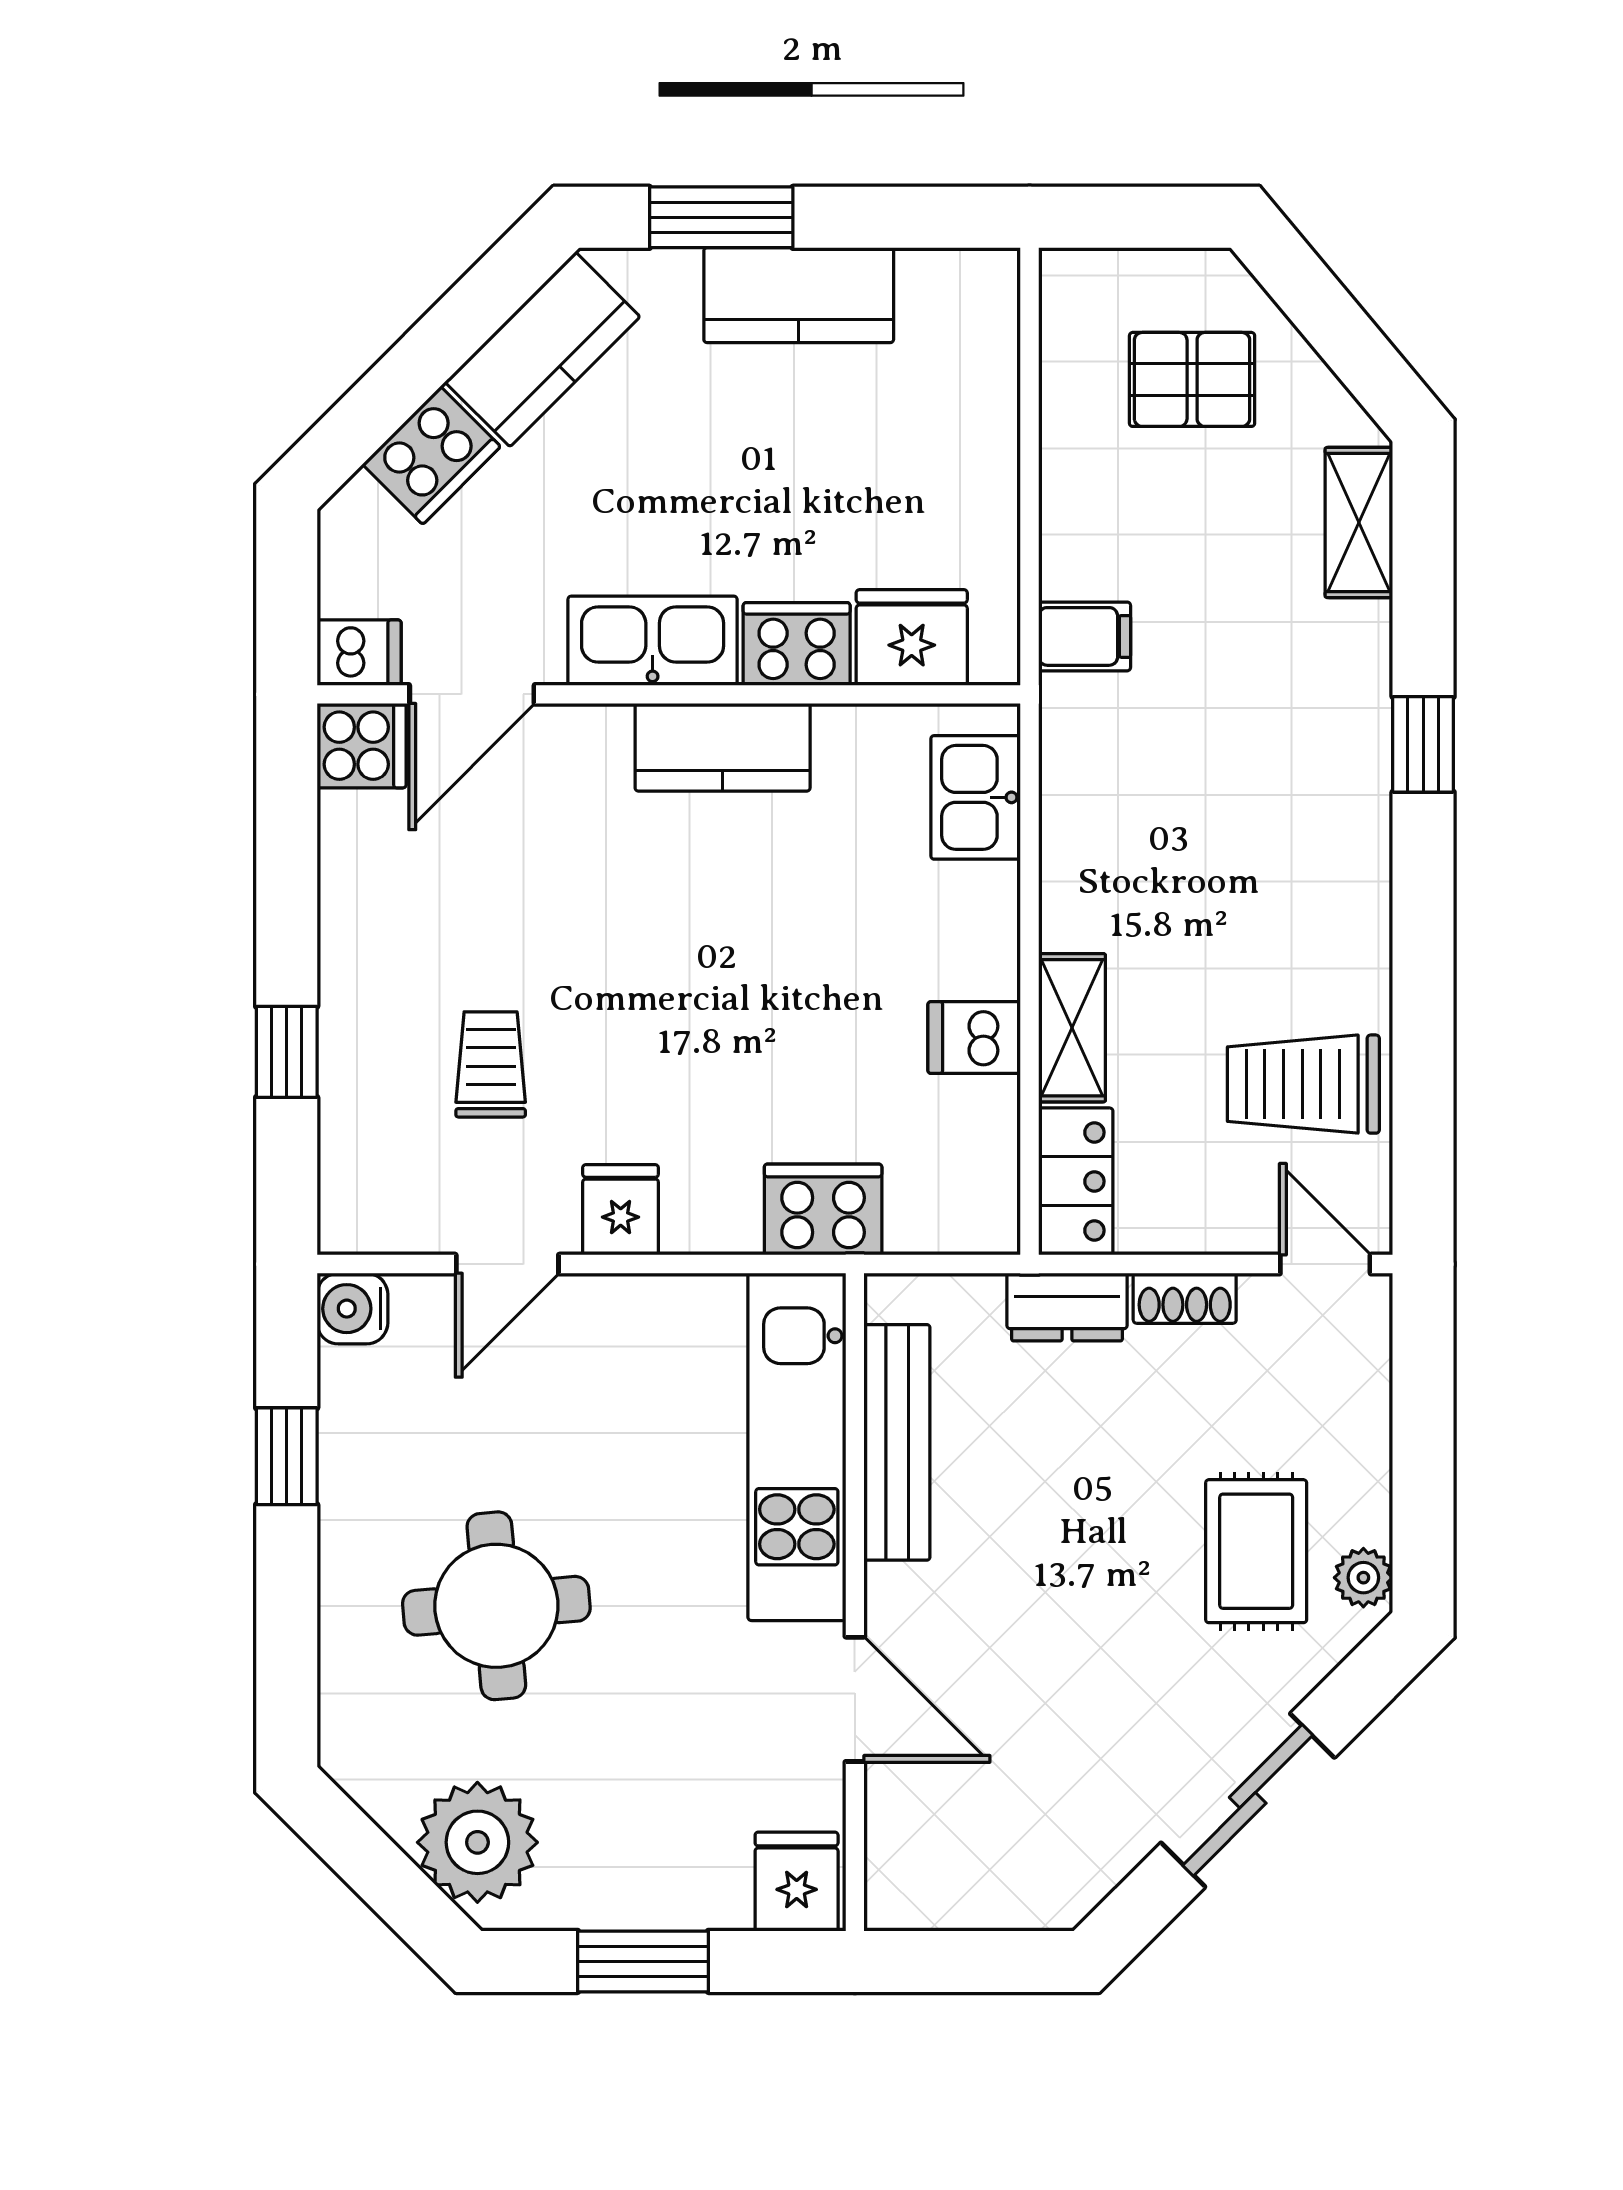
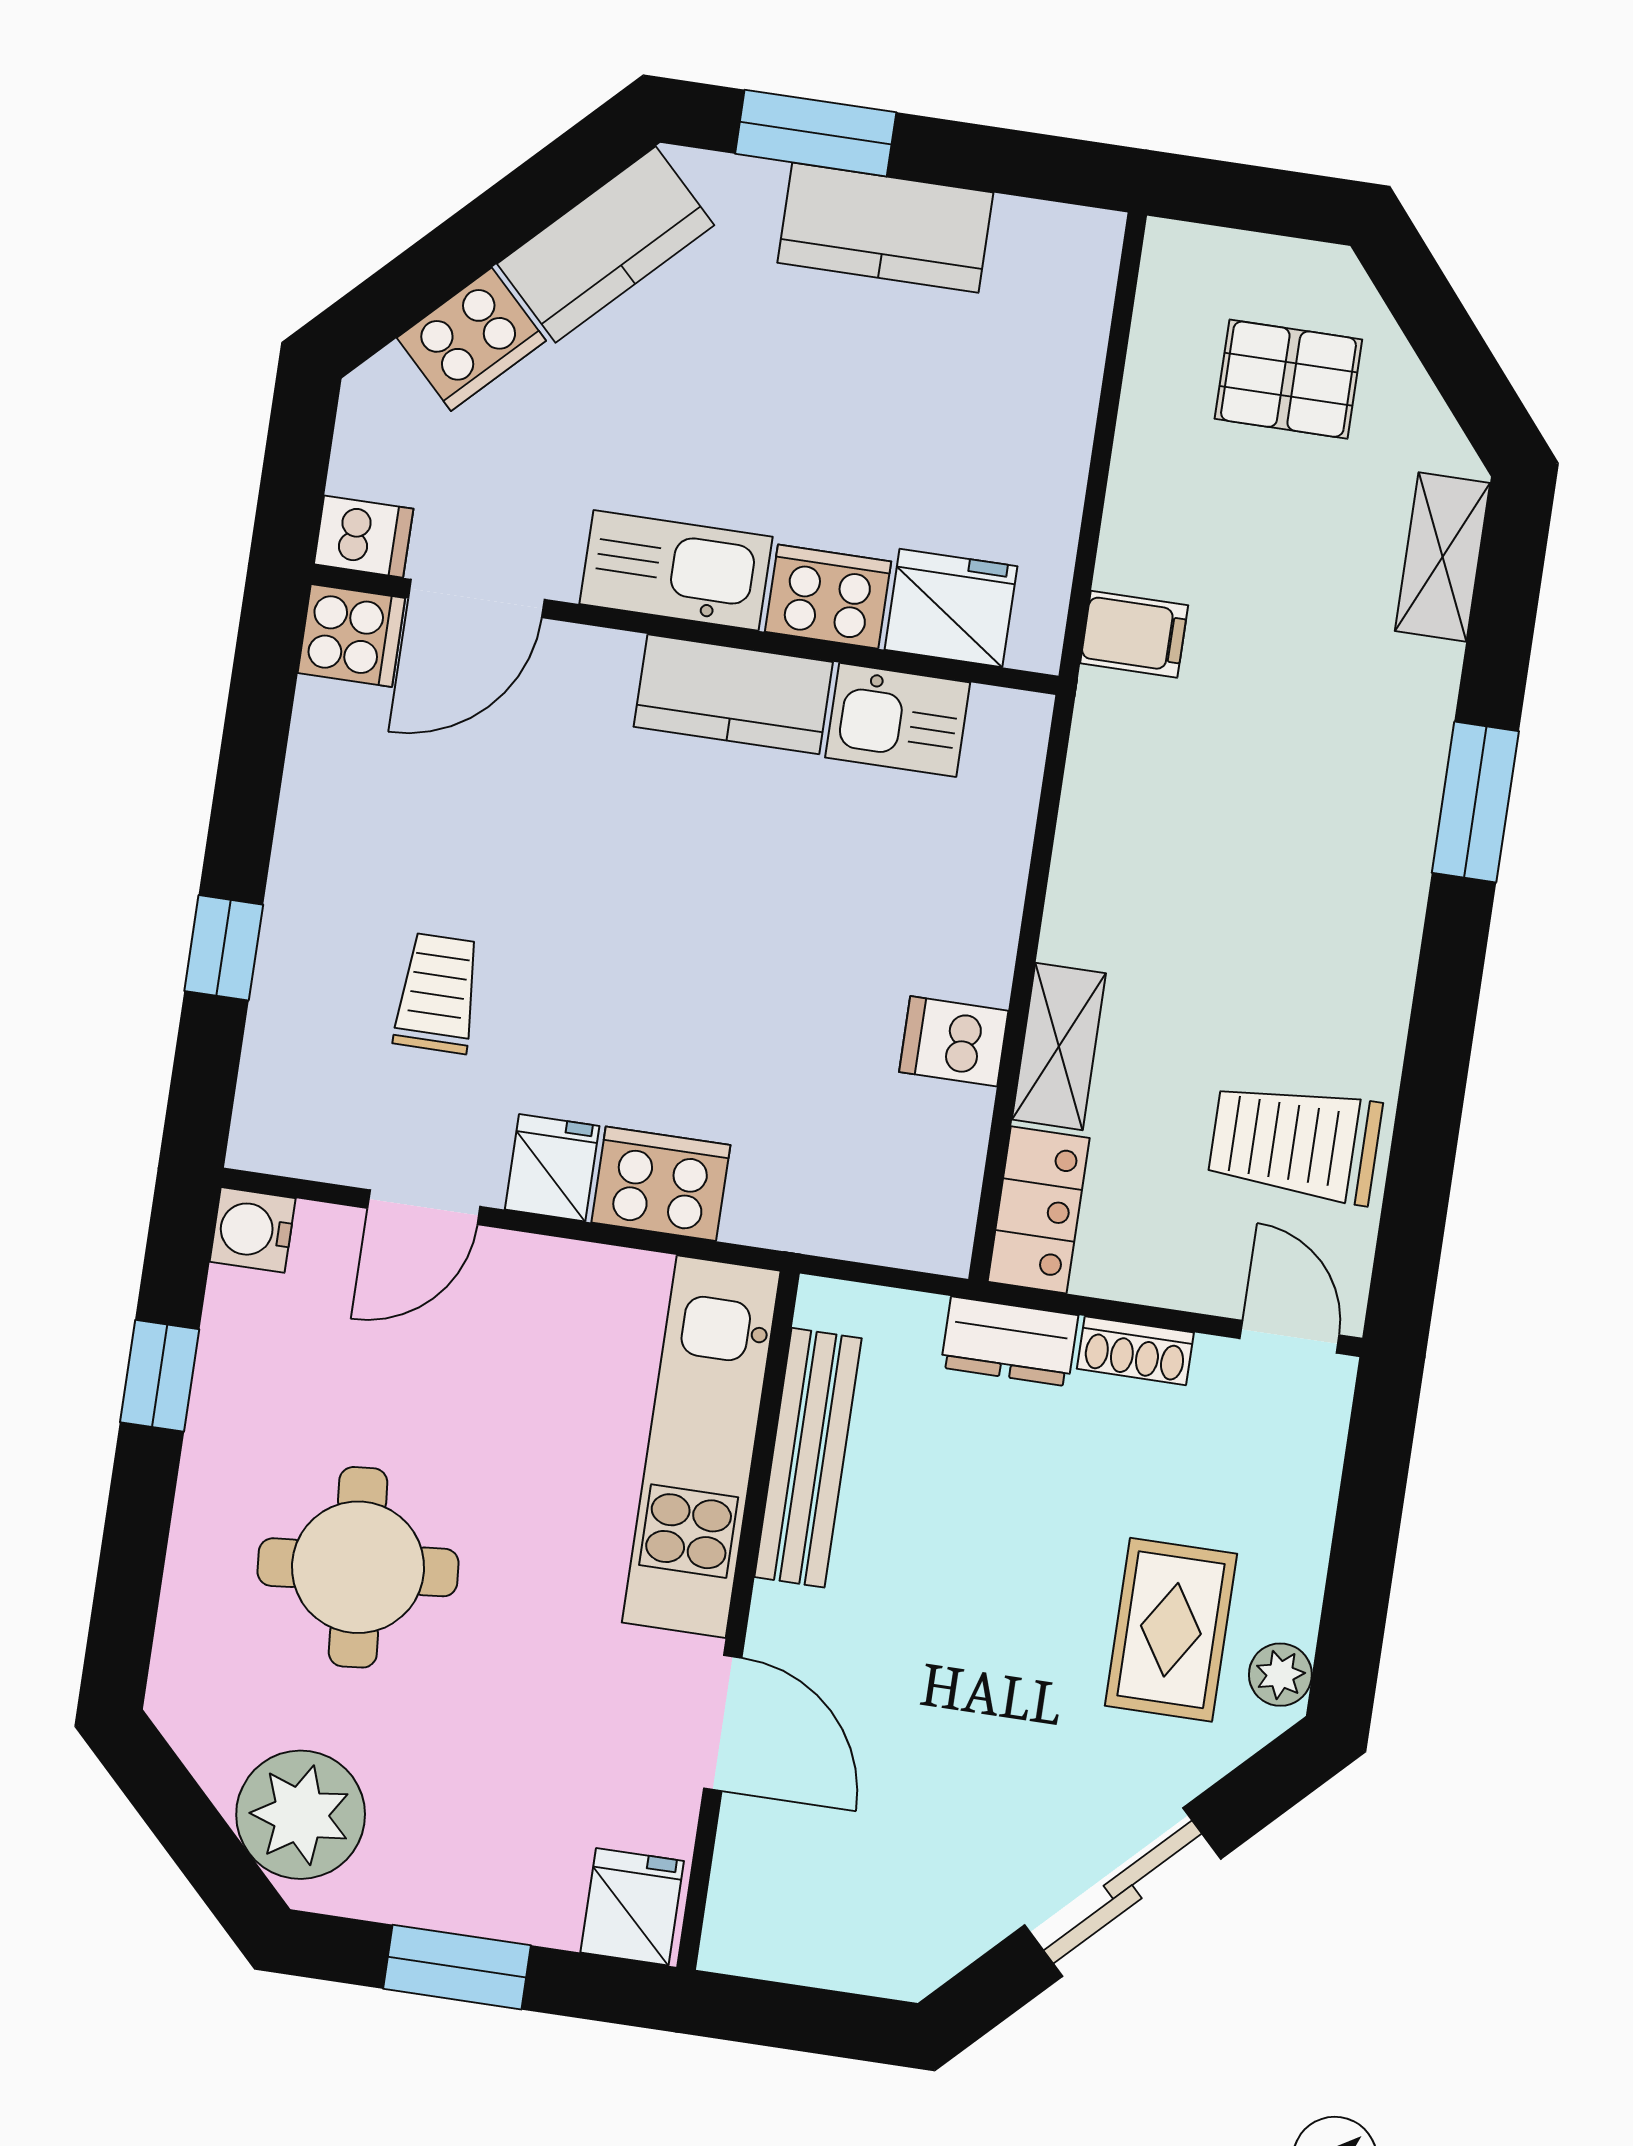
window: (1423, 744) -> (1475, 802), width x1.50
kitchen sink: (976, 797) -> (898, 720), moved, turned -90
cooker: (823, 1210) -> (661, 1184), moved

